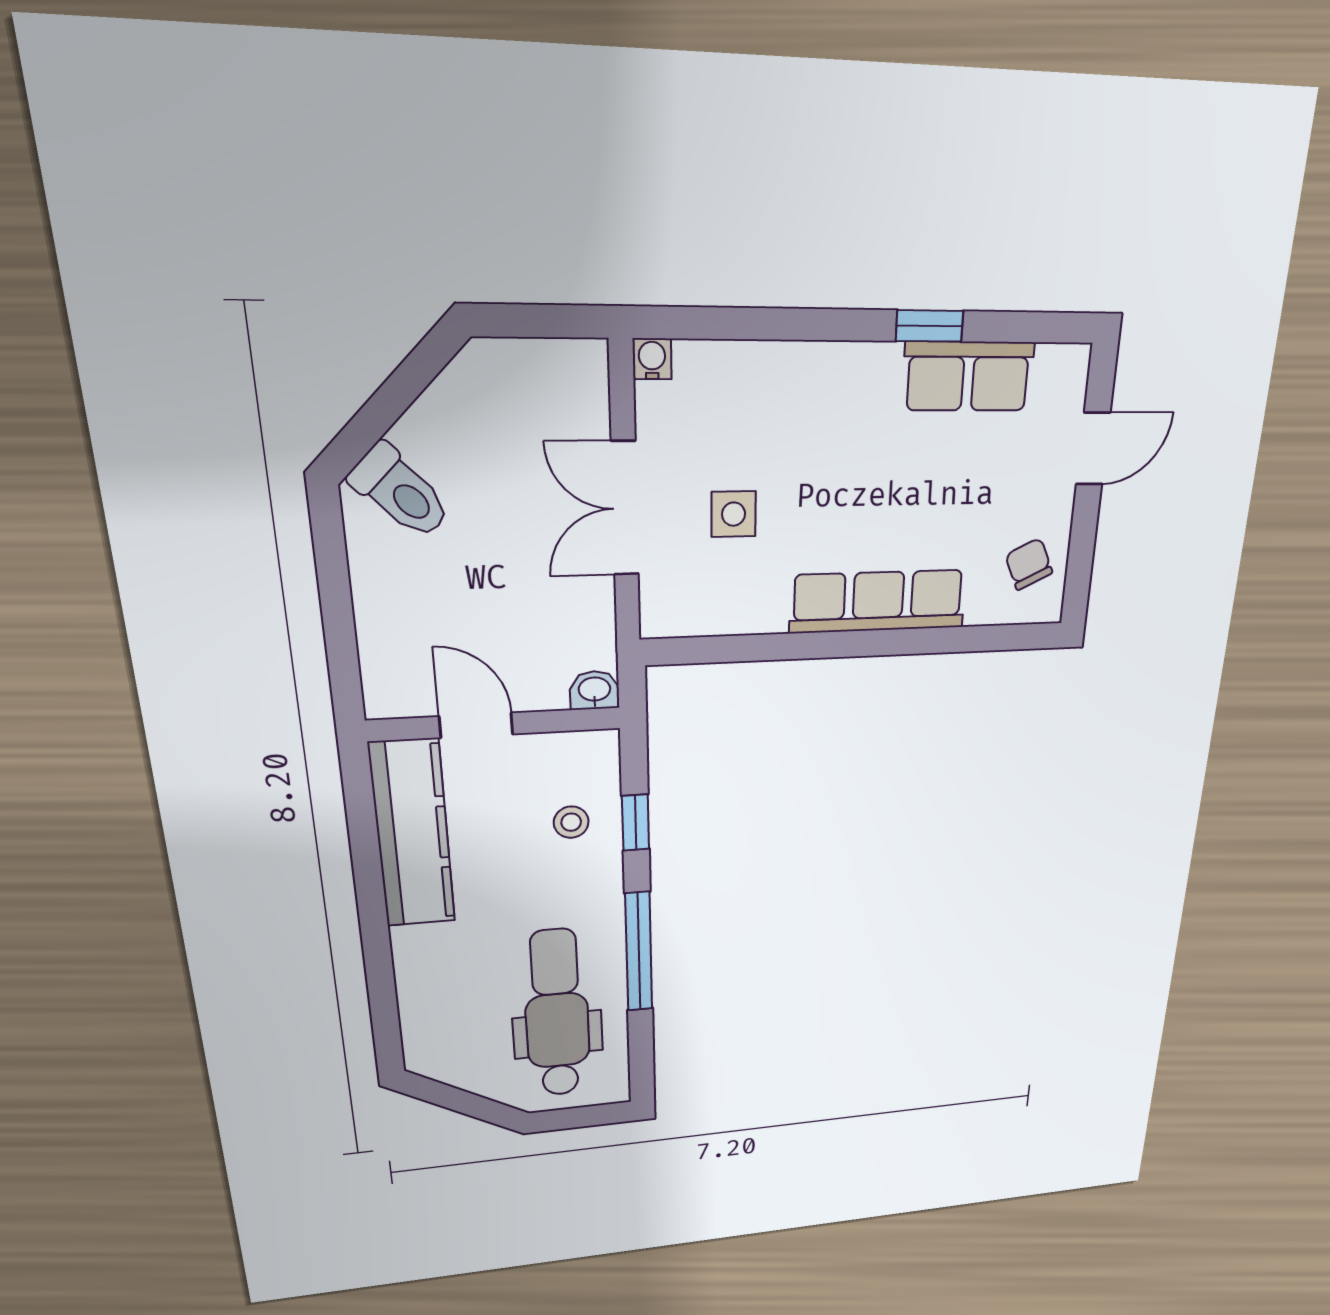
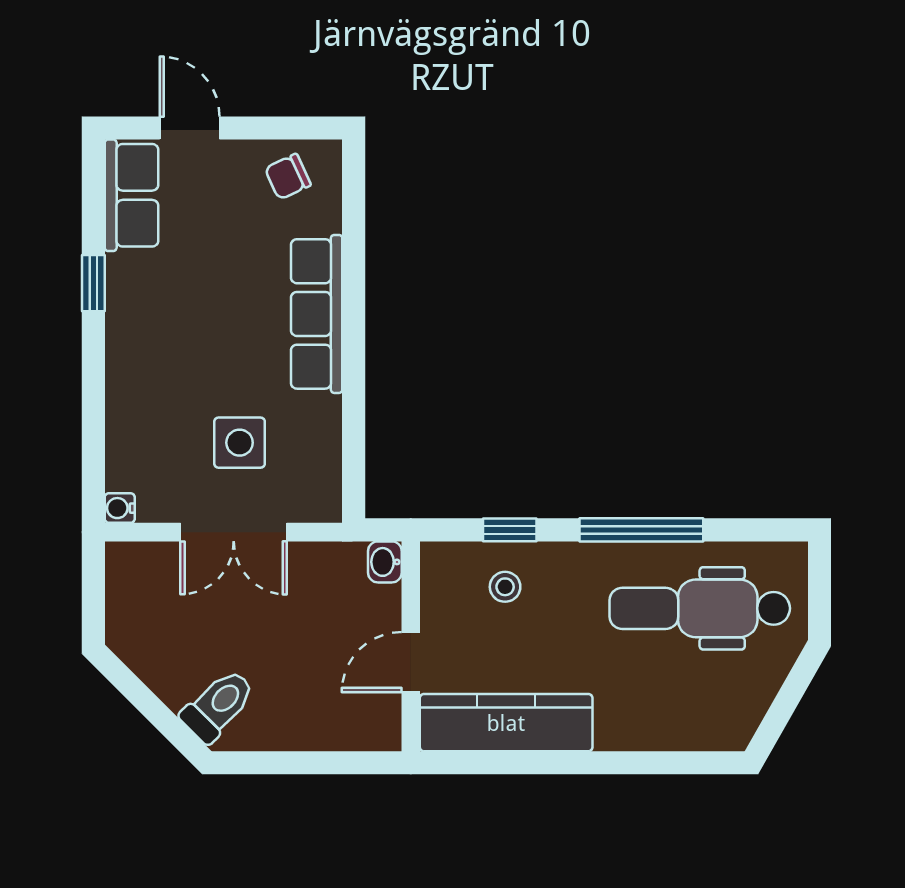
row of seats: (968, 376) -> (131, 195), moved
side table: (734, 514) -> (240, 443), width x1.37, depth x1.37

